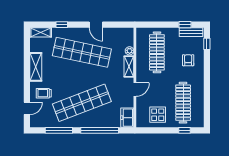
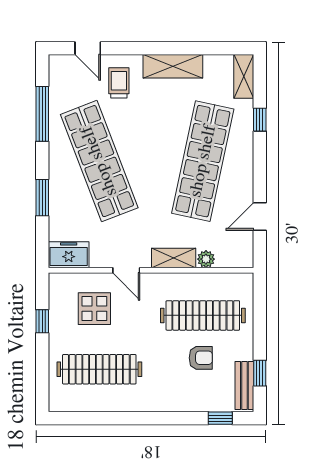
door: (96, 25) -> (260, 216), moved
armchair: (188, 60) -> (201, 358), moved
display table: (158, 115) -> (94, 309), moved
window: (100, 130) -> (42, 198), width x0.47
window: (184, 130) -> (42, 321), moved

